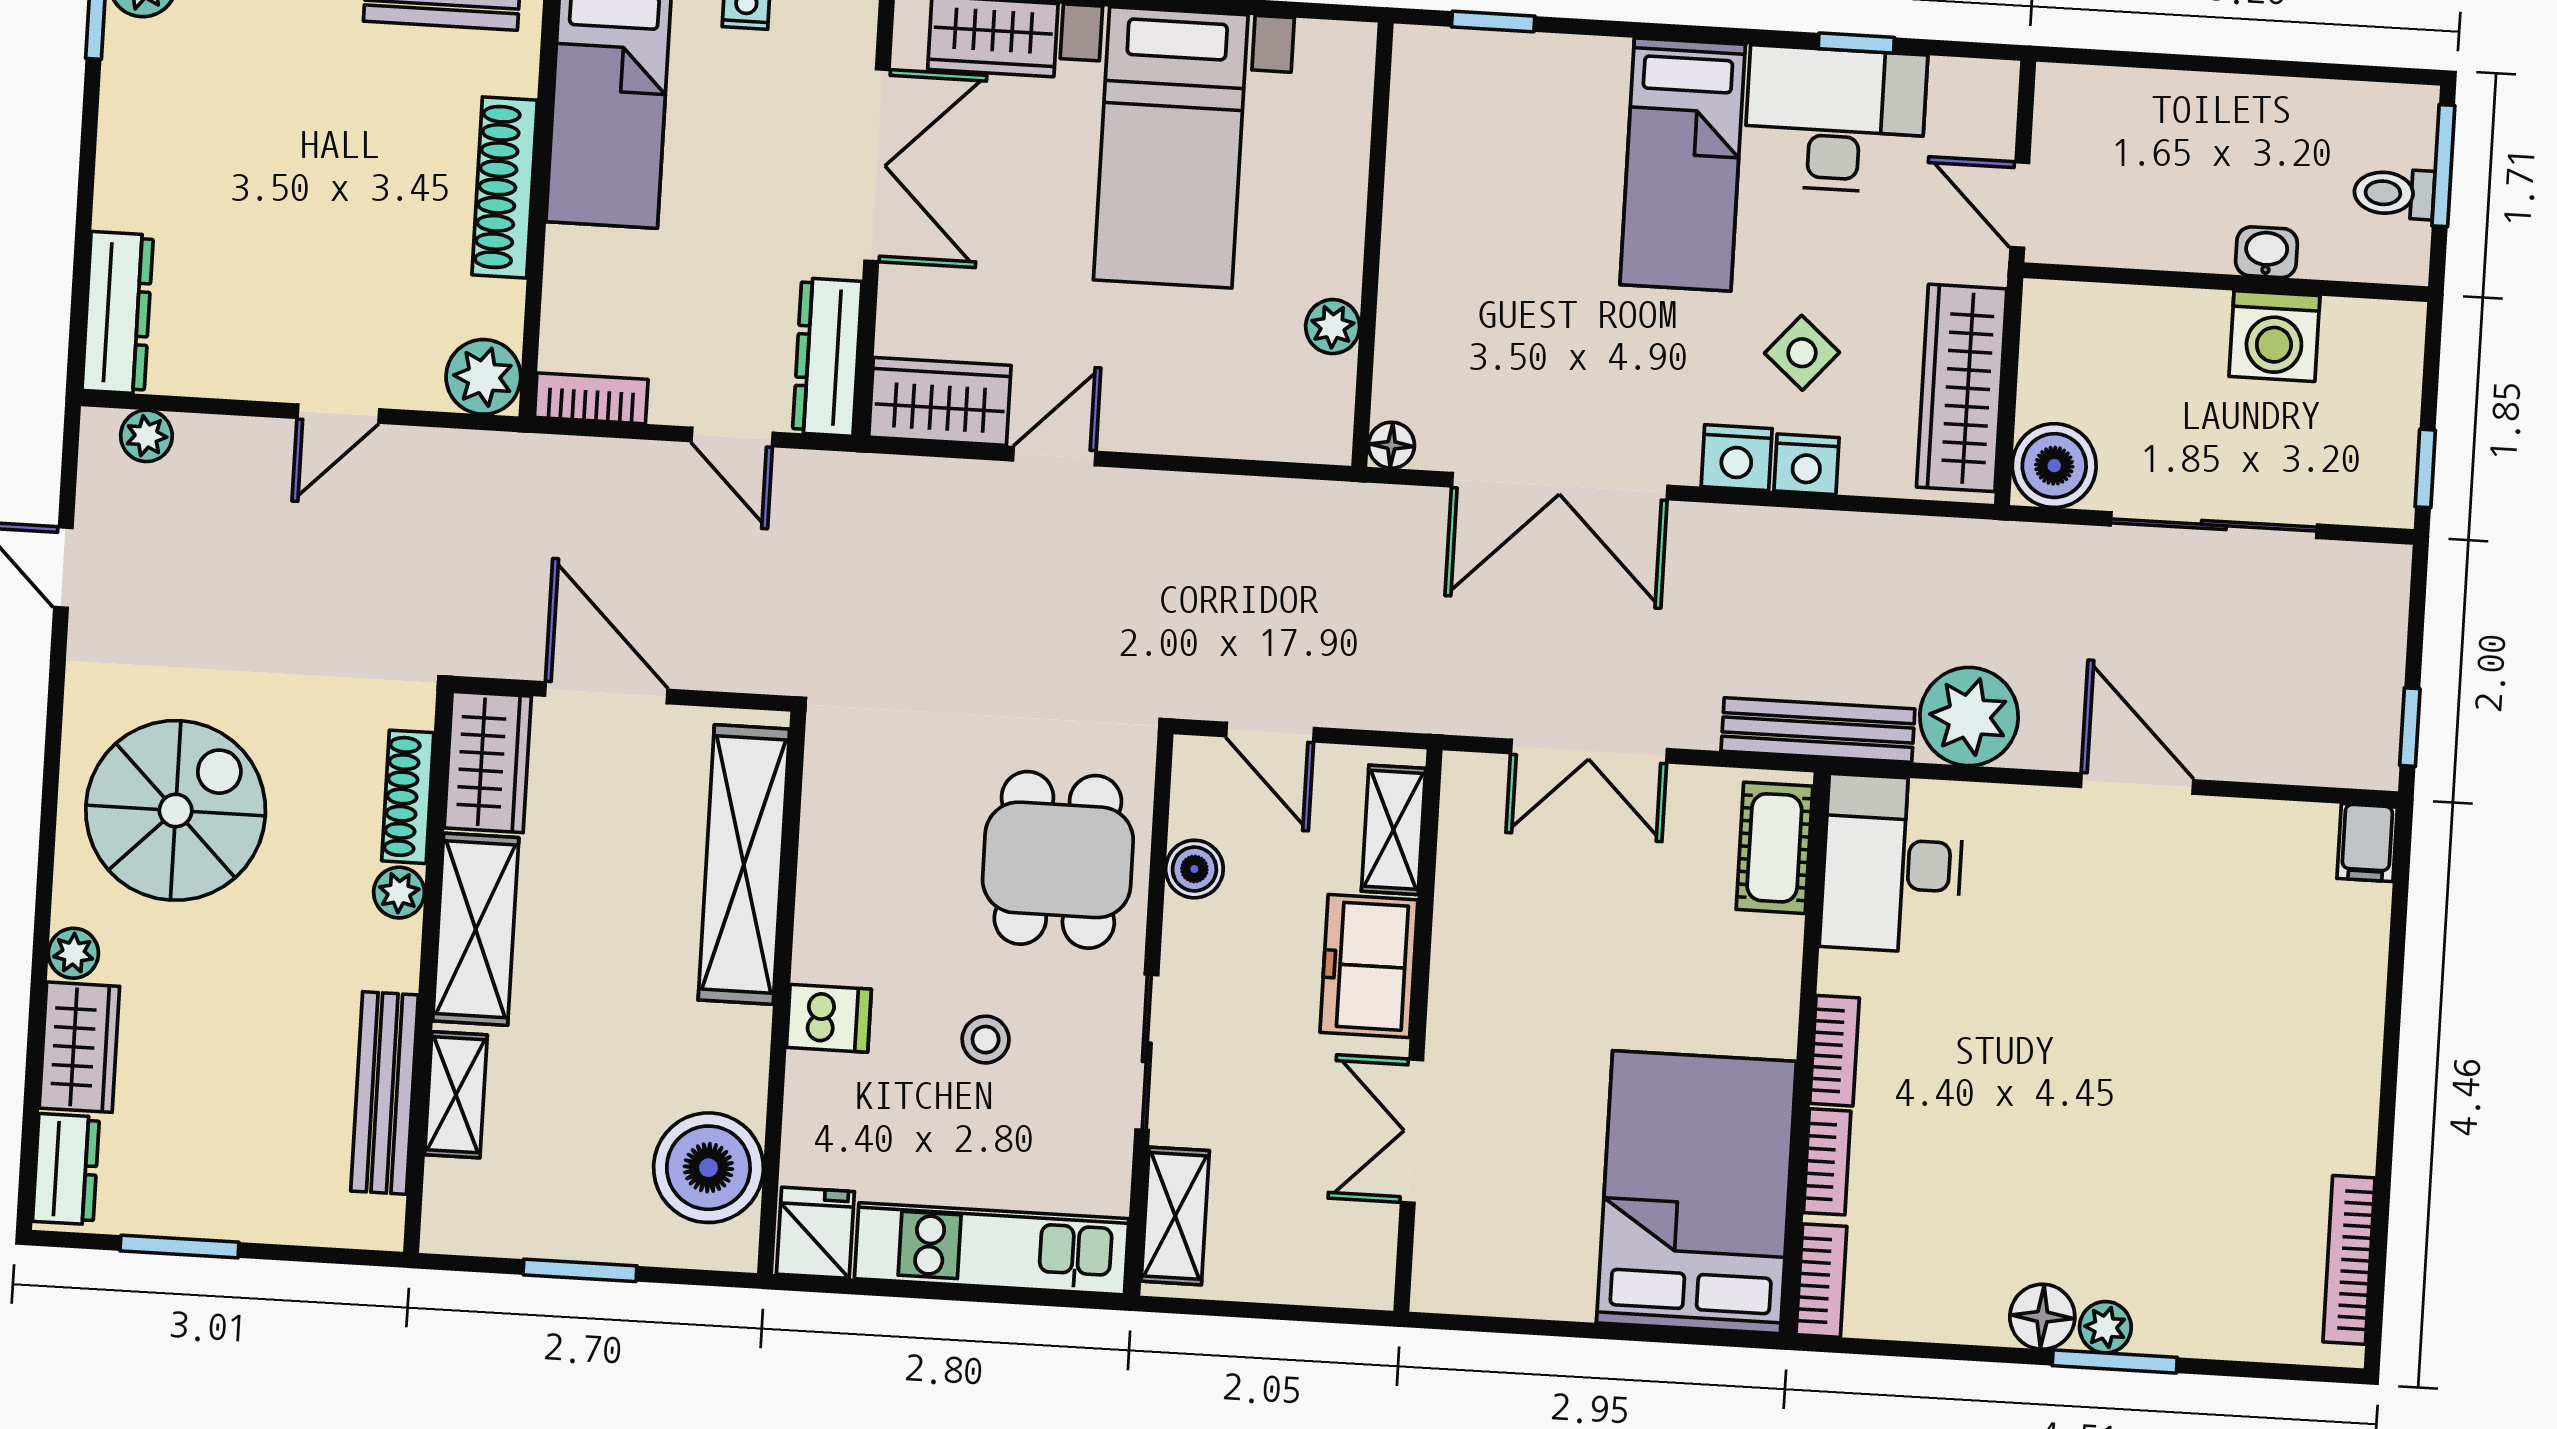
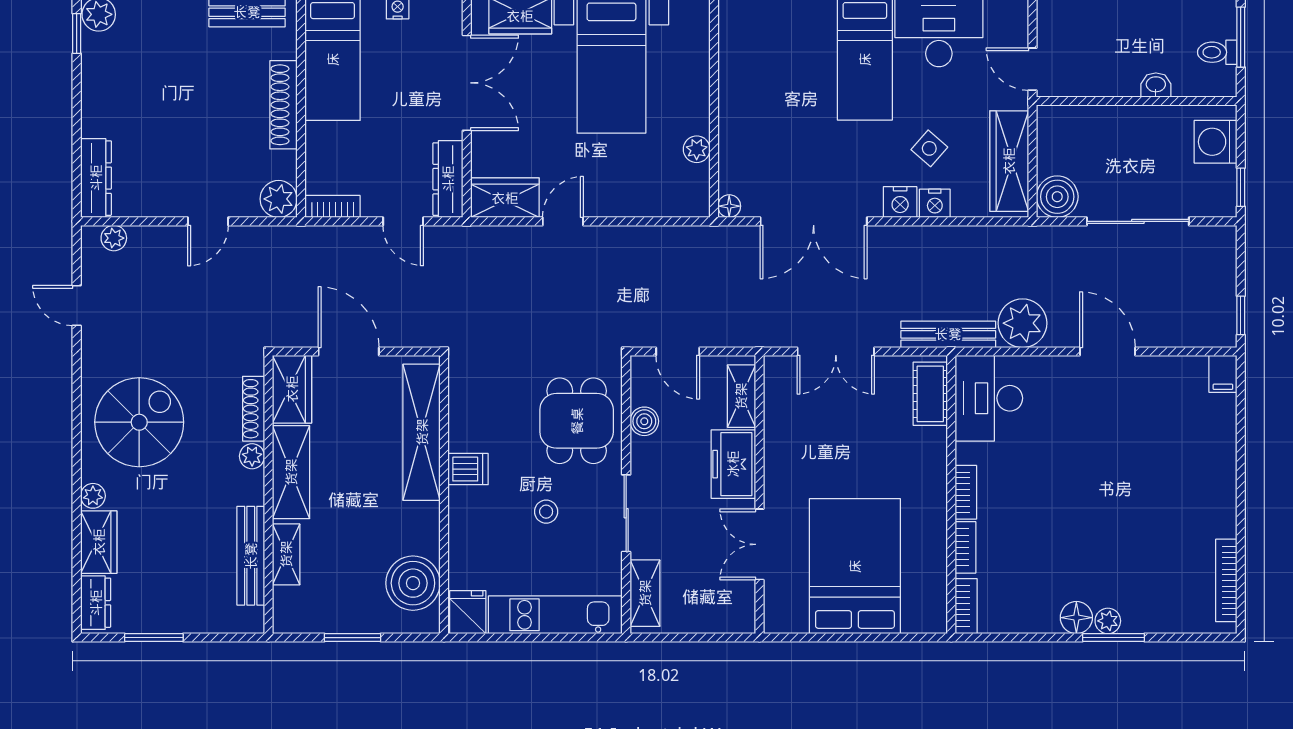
washing machine: (2274, 336) -> (1215, 142), moved, turned 90
dishwasher: (829, 1018) -> (468, 469), moved
bed: (1696, 1192) -> (855, 566), moved

